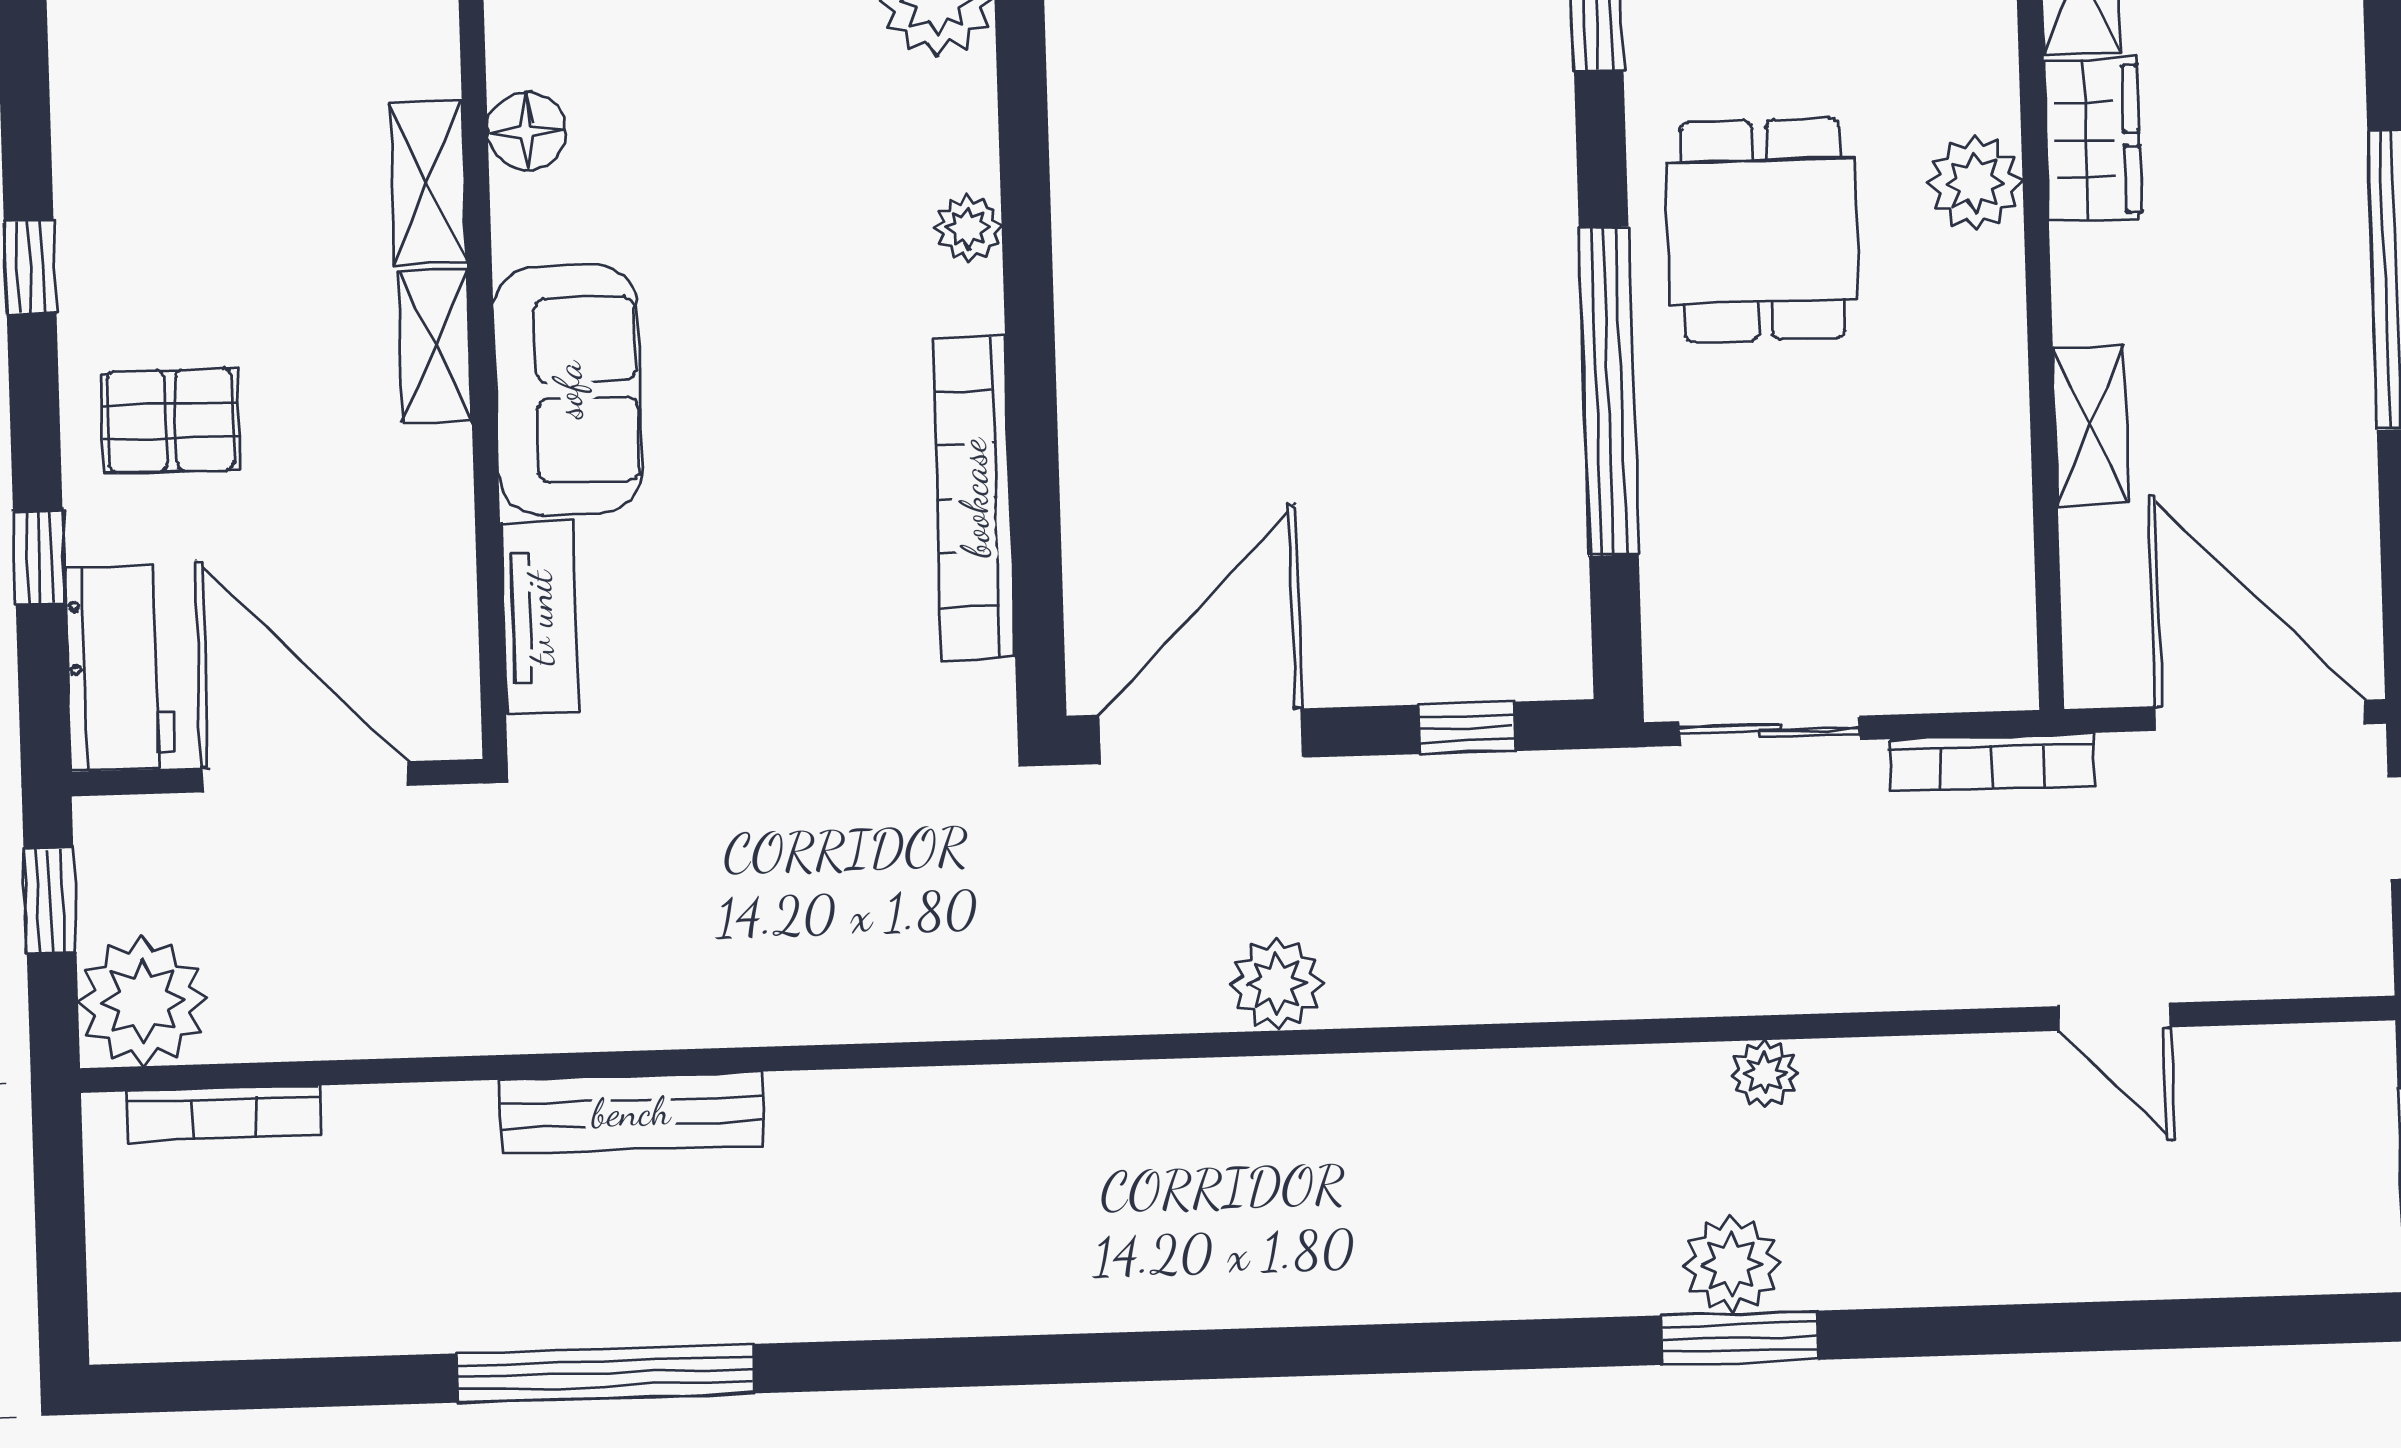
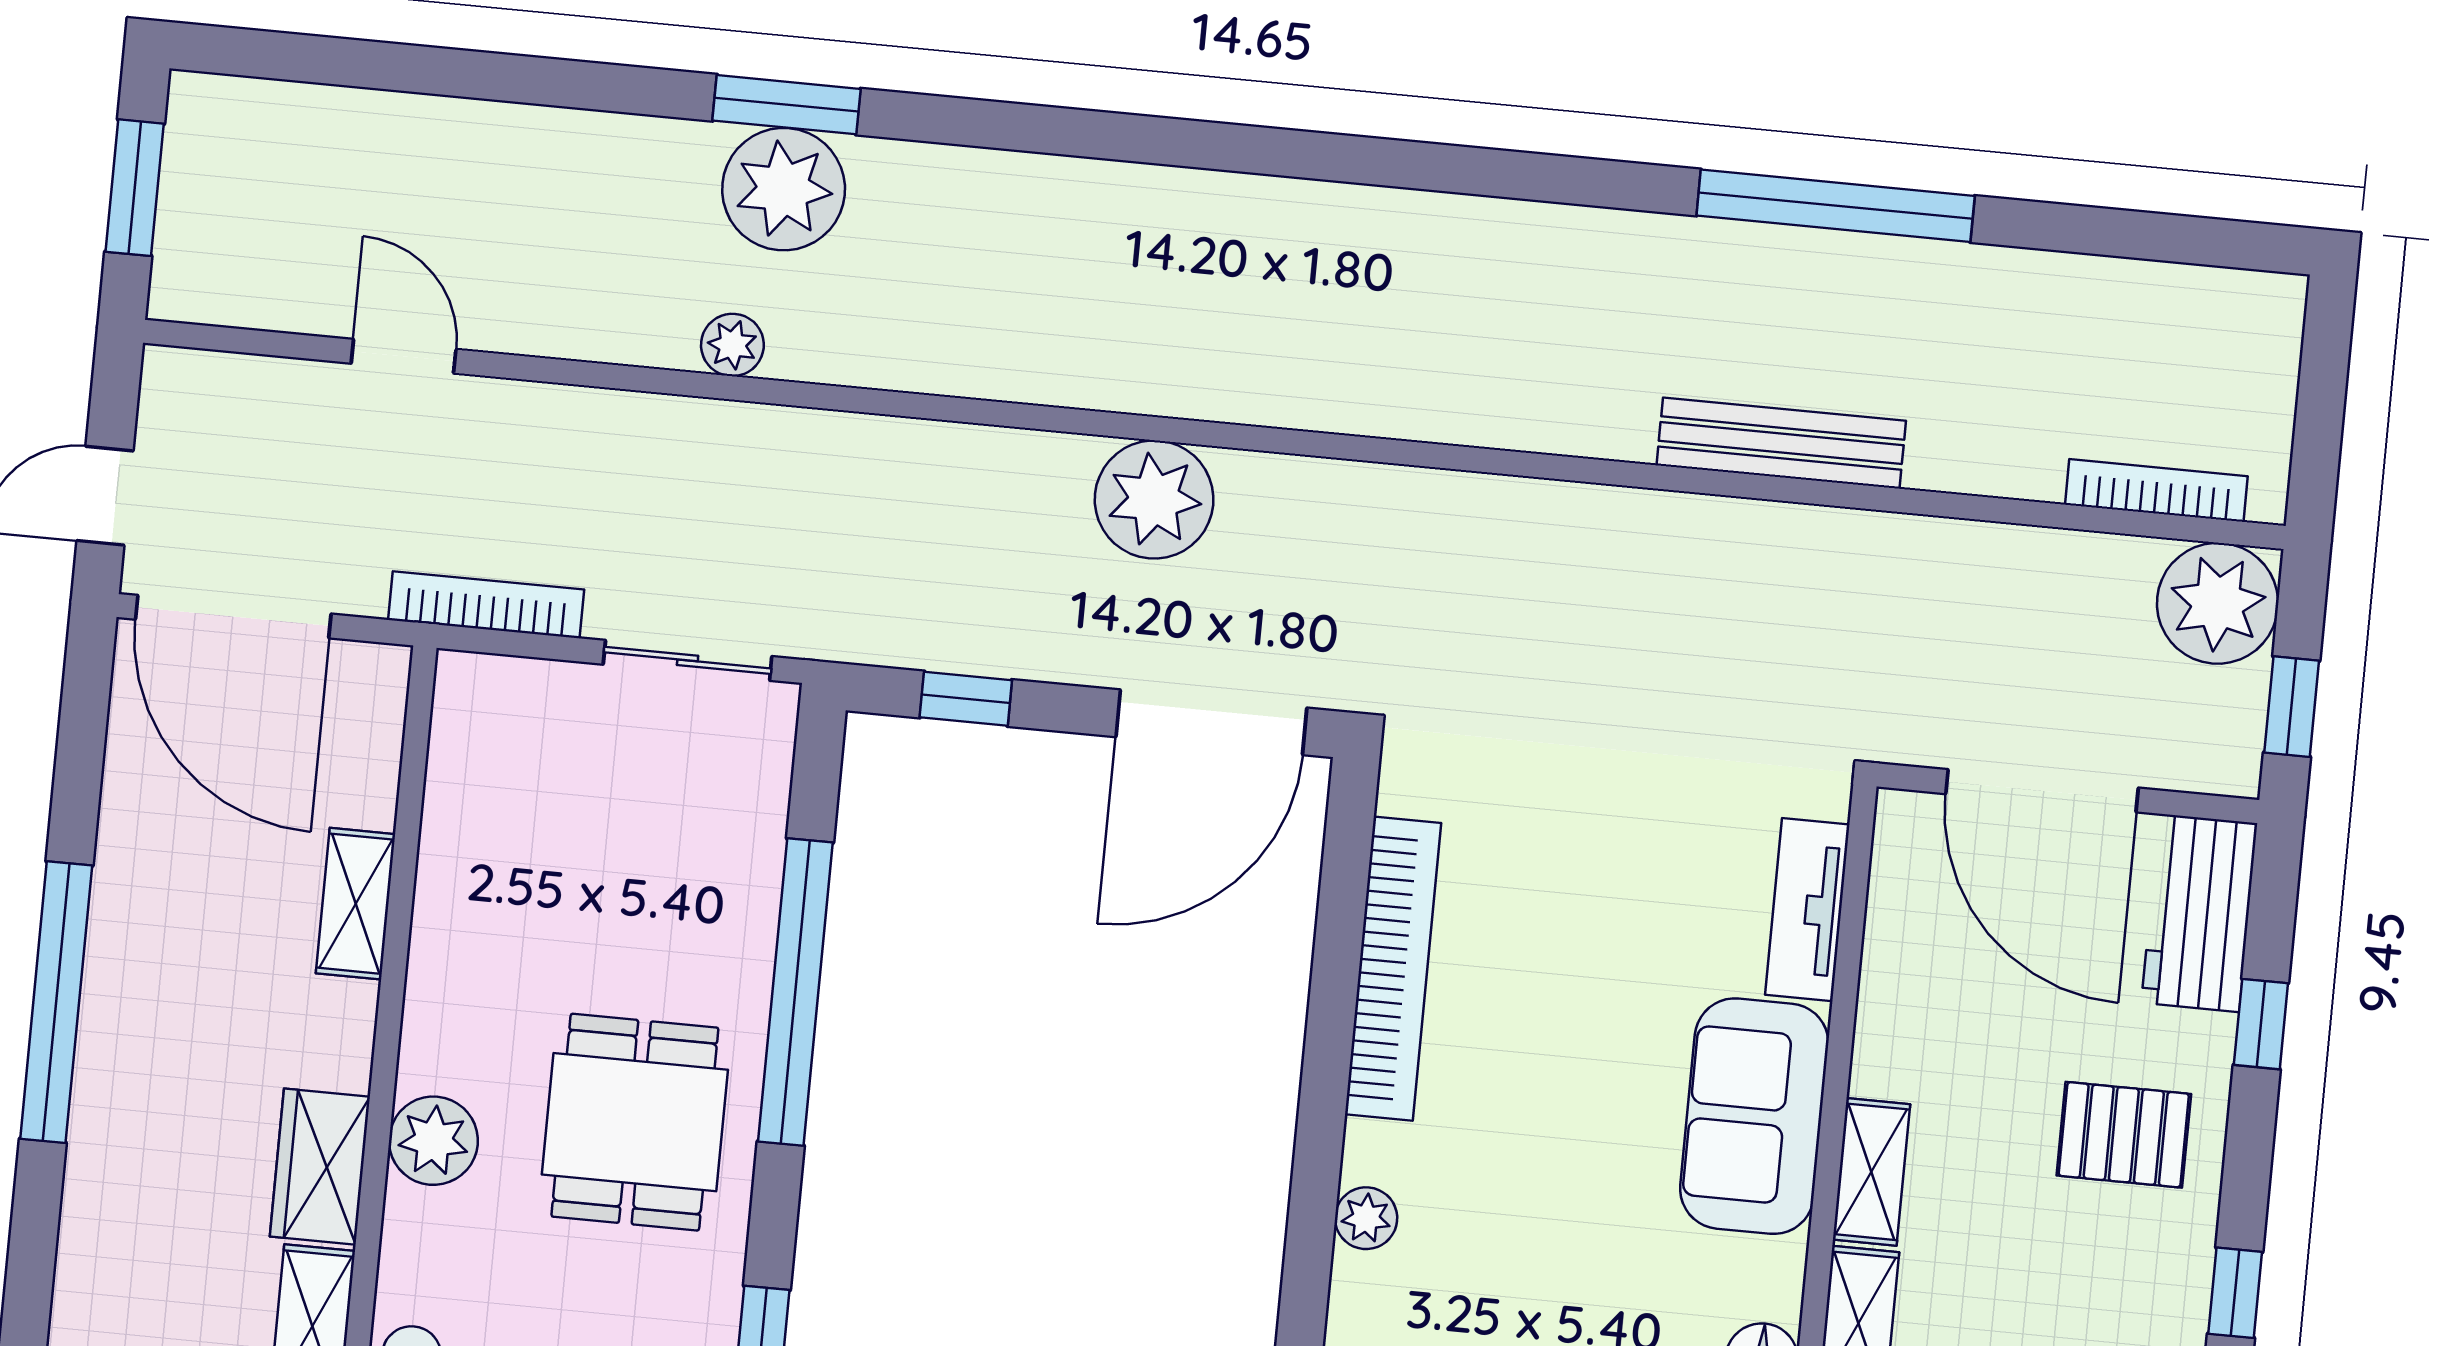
plant: (1277, 984) -> (1154, 500), width x1.36, depth x1.36
plant: (1732, 1265) -> (784, 189), width x1.36, depth x1.36

